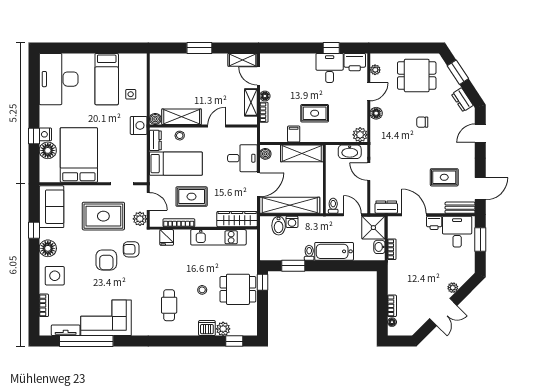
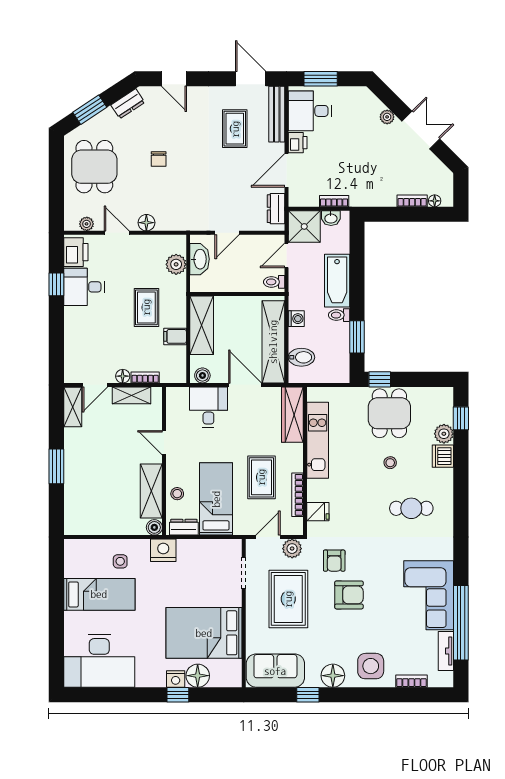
plant: (360, 135) -> (176, 264), moved
bench: (460, 208) -> (277, 114), width x1.36
washing machine: (292, 222) -> (296, 319), moved

